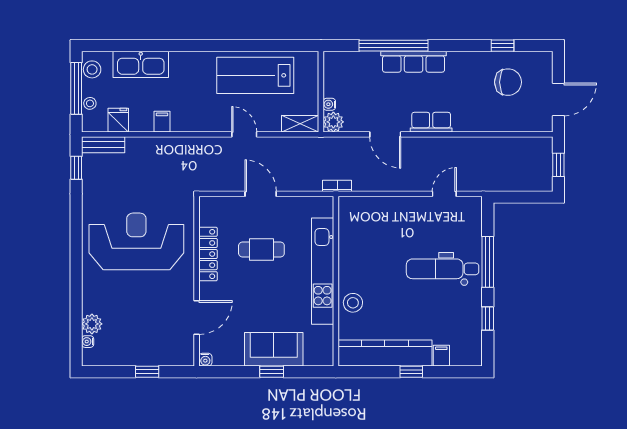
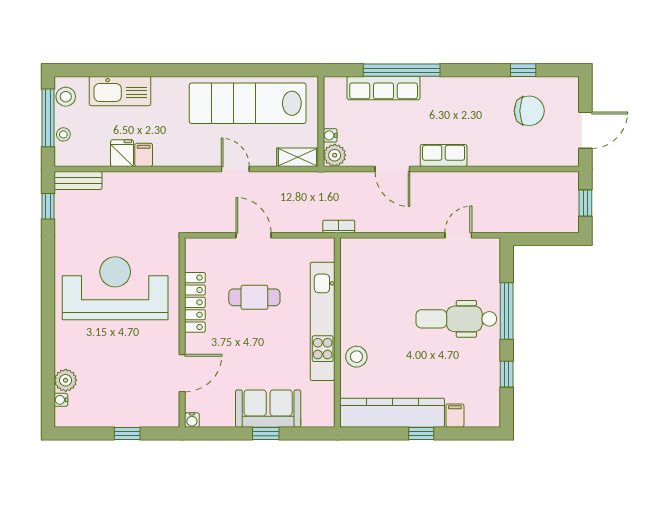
row of seats: (414, 62) -> (384, 88), moved
lab bench: (255, 75) -> (248, 103), width x1.36
fridge: (118, 120) -> (122, 153), moved

